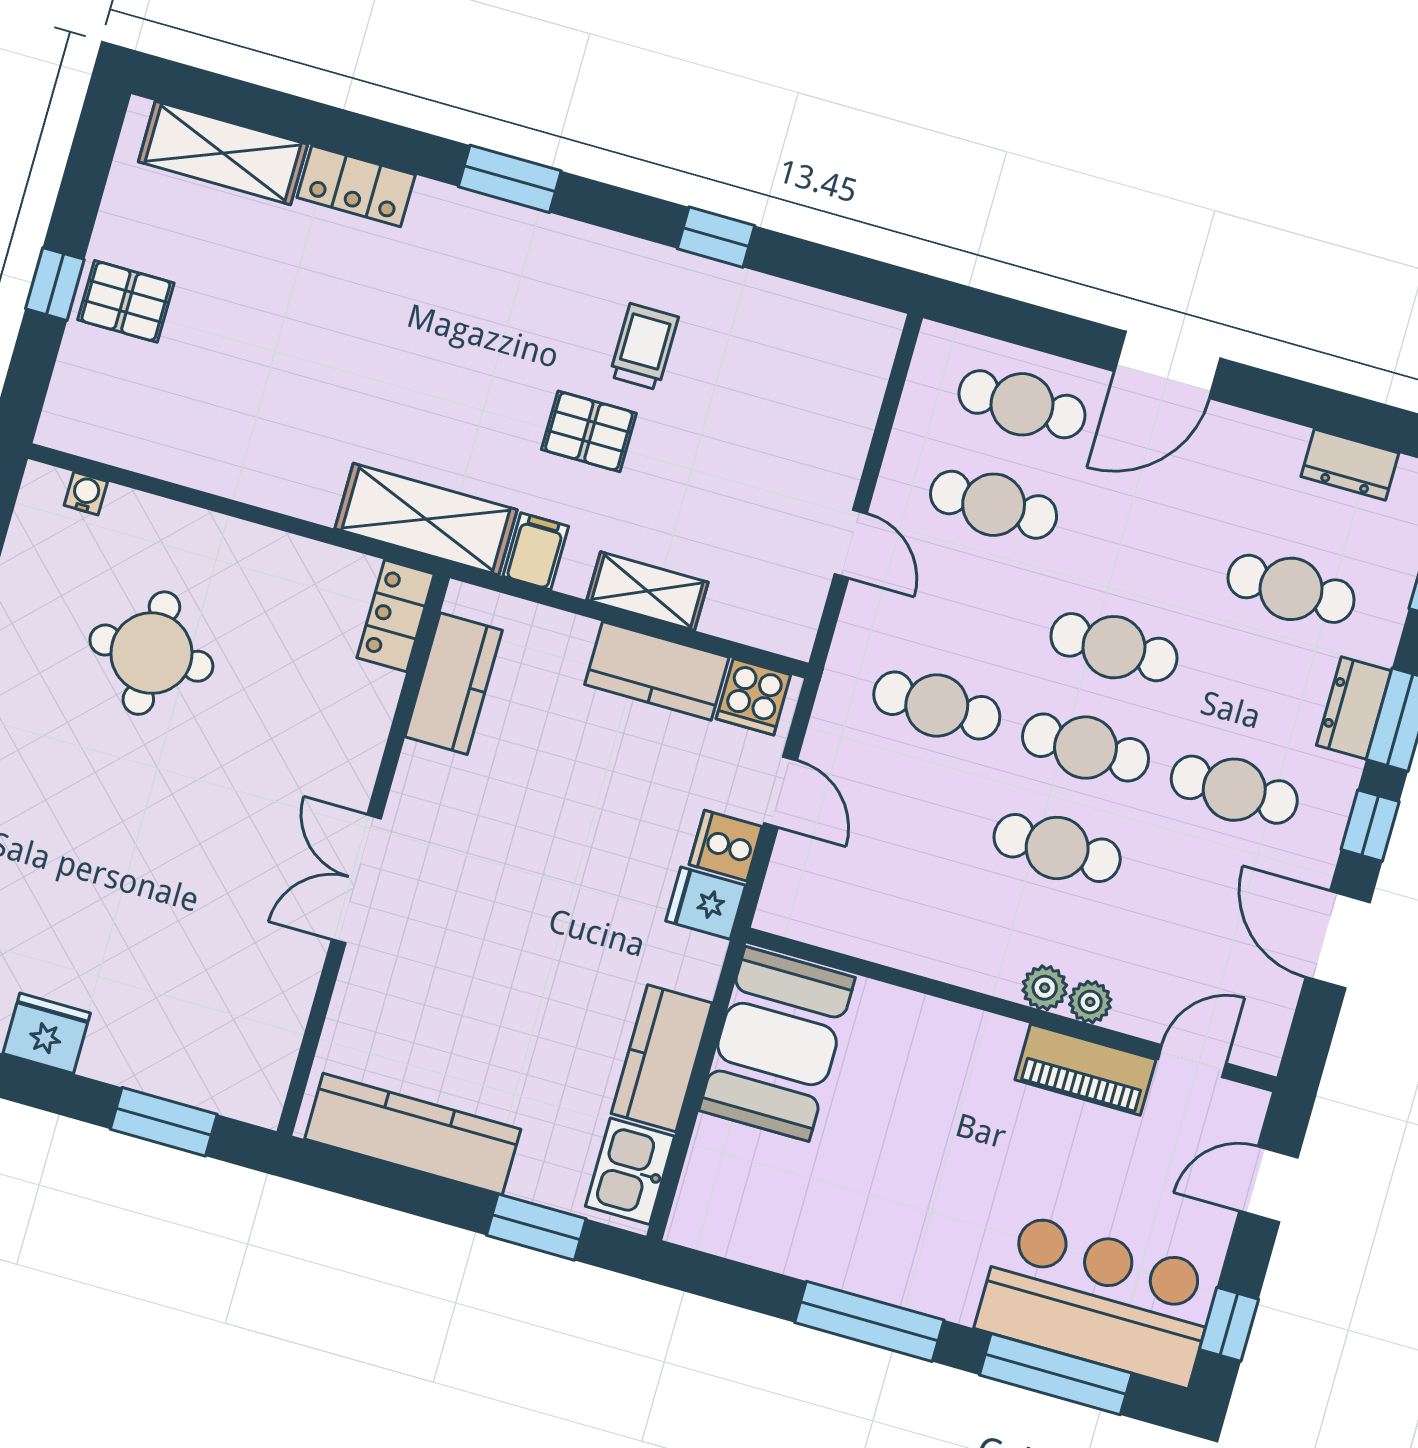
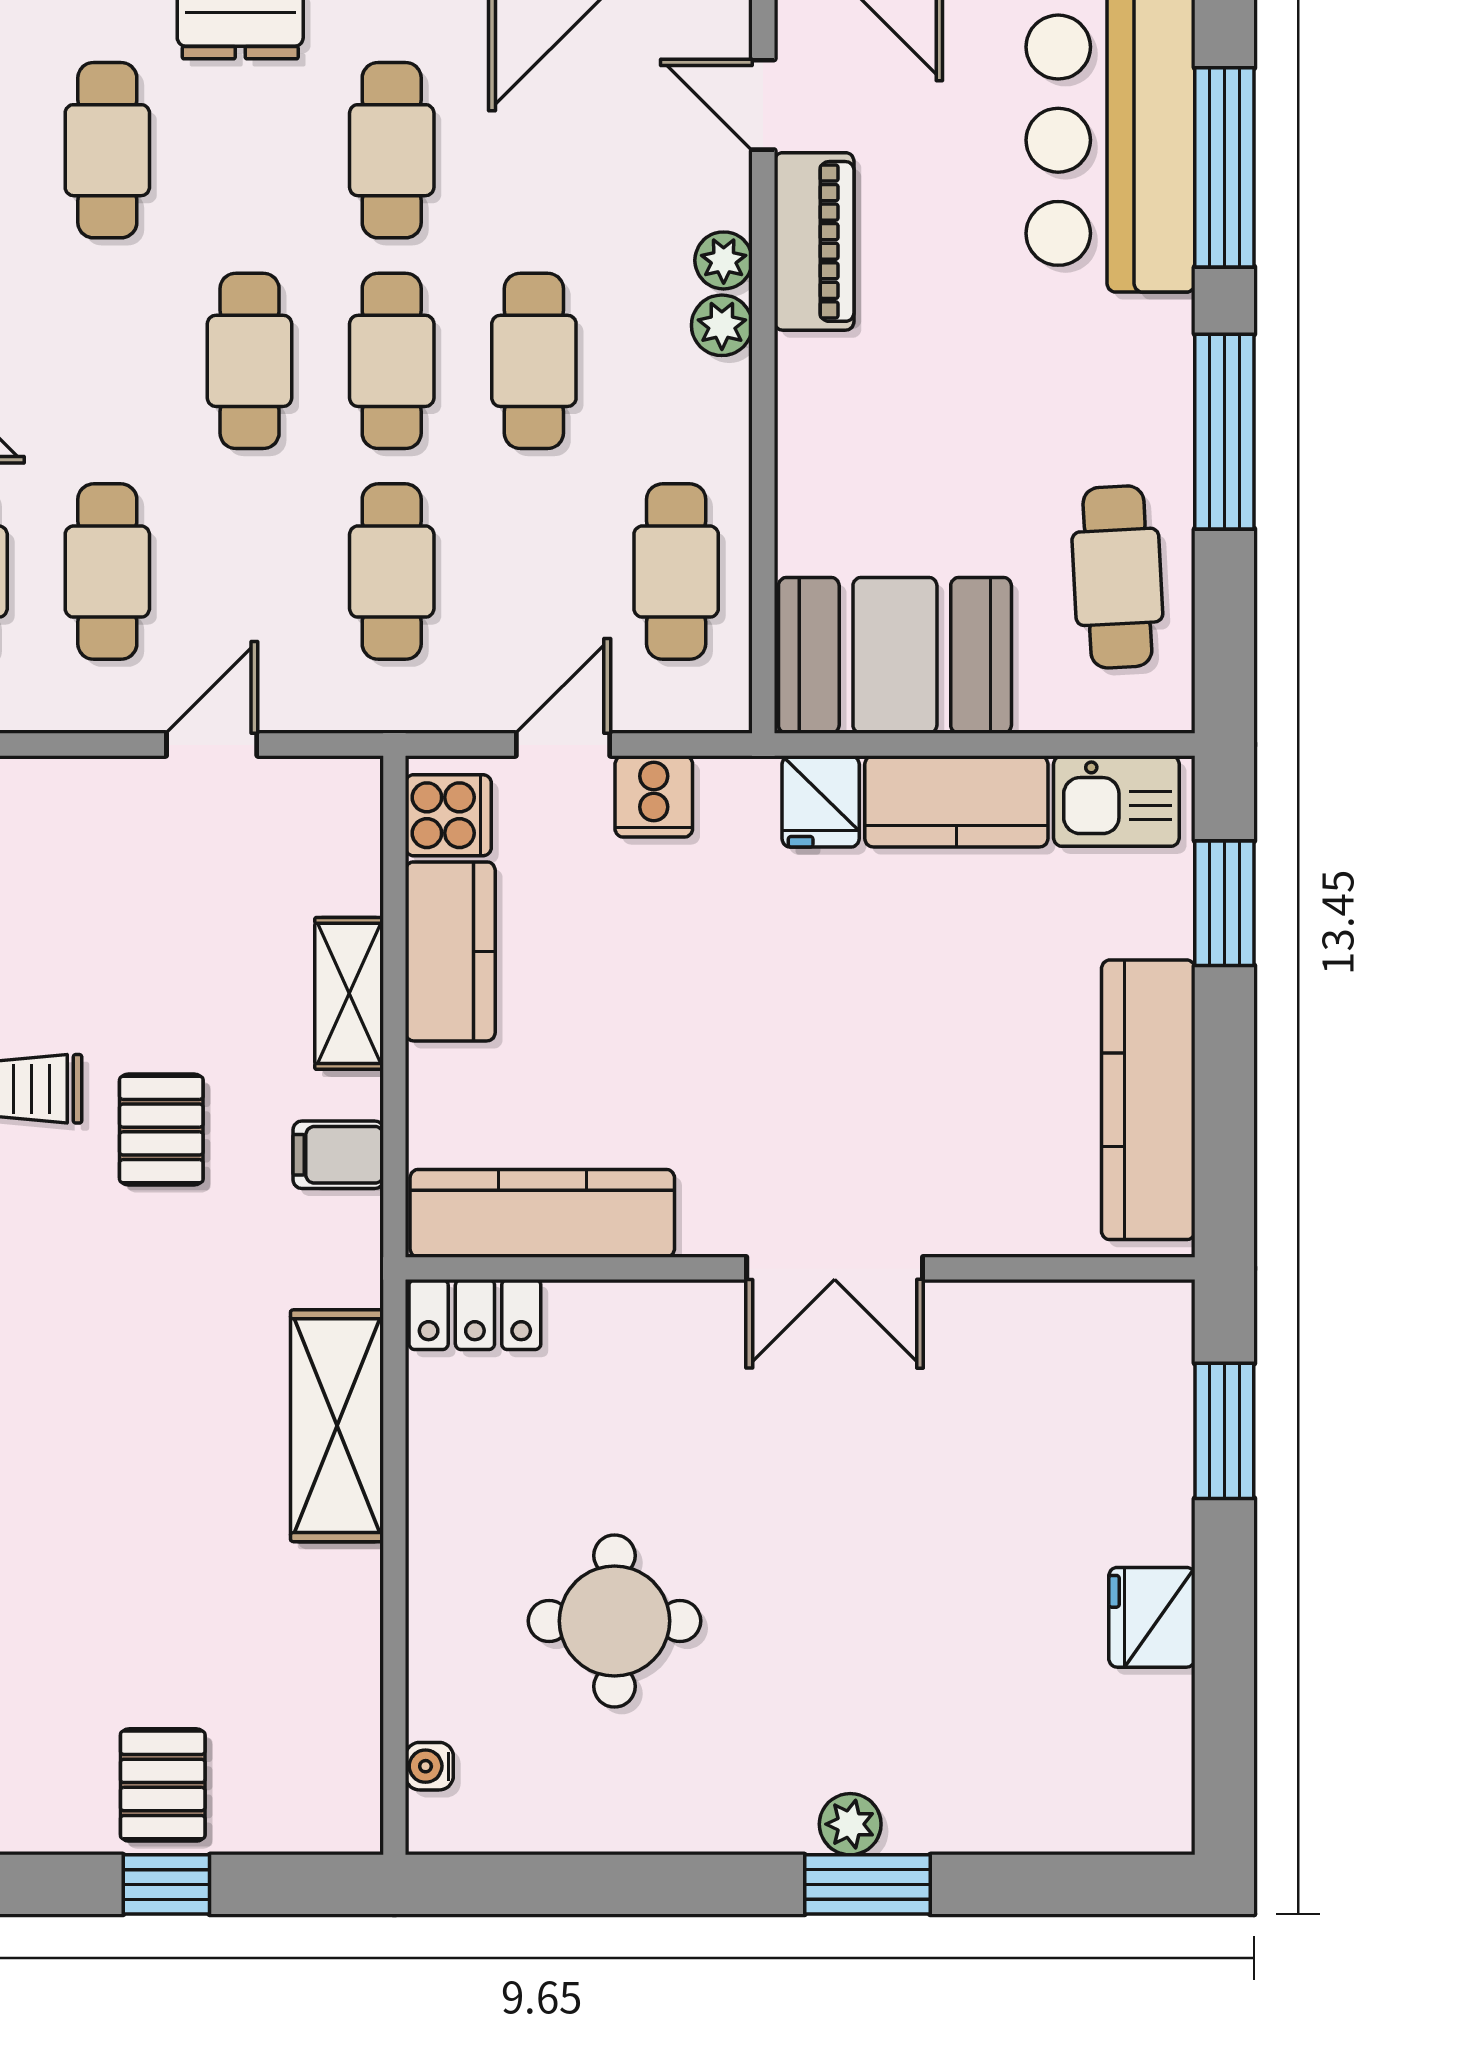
shelving: (426, 519) -> (337, 1426), moved
kitchen counter: (454, 684) -> (542, 1213), width x1.50
fridge: (706, 903) -> (821, 801), moved
cafe table: (880, 906) -> (676, 572), added
cafe table: (788, 1217) -> (1117, 577), added

